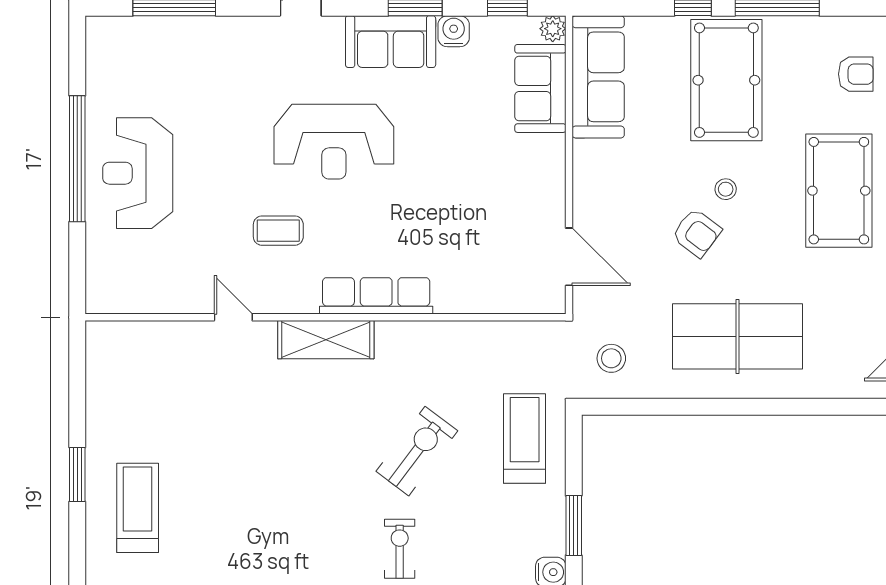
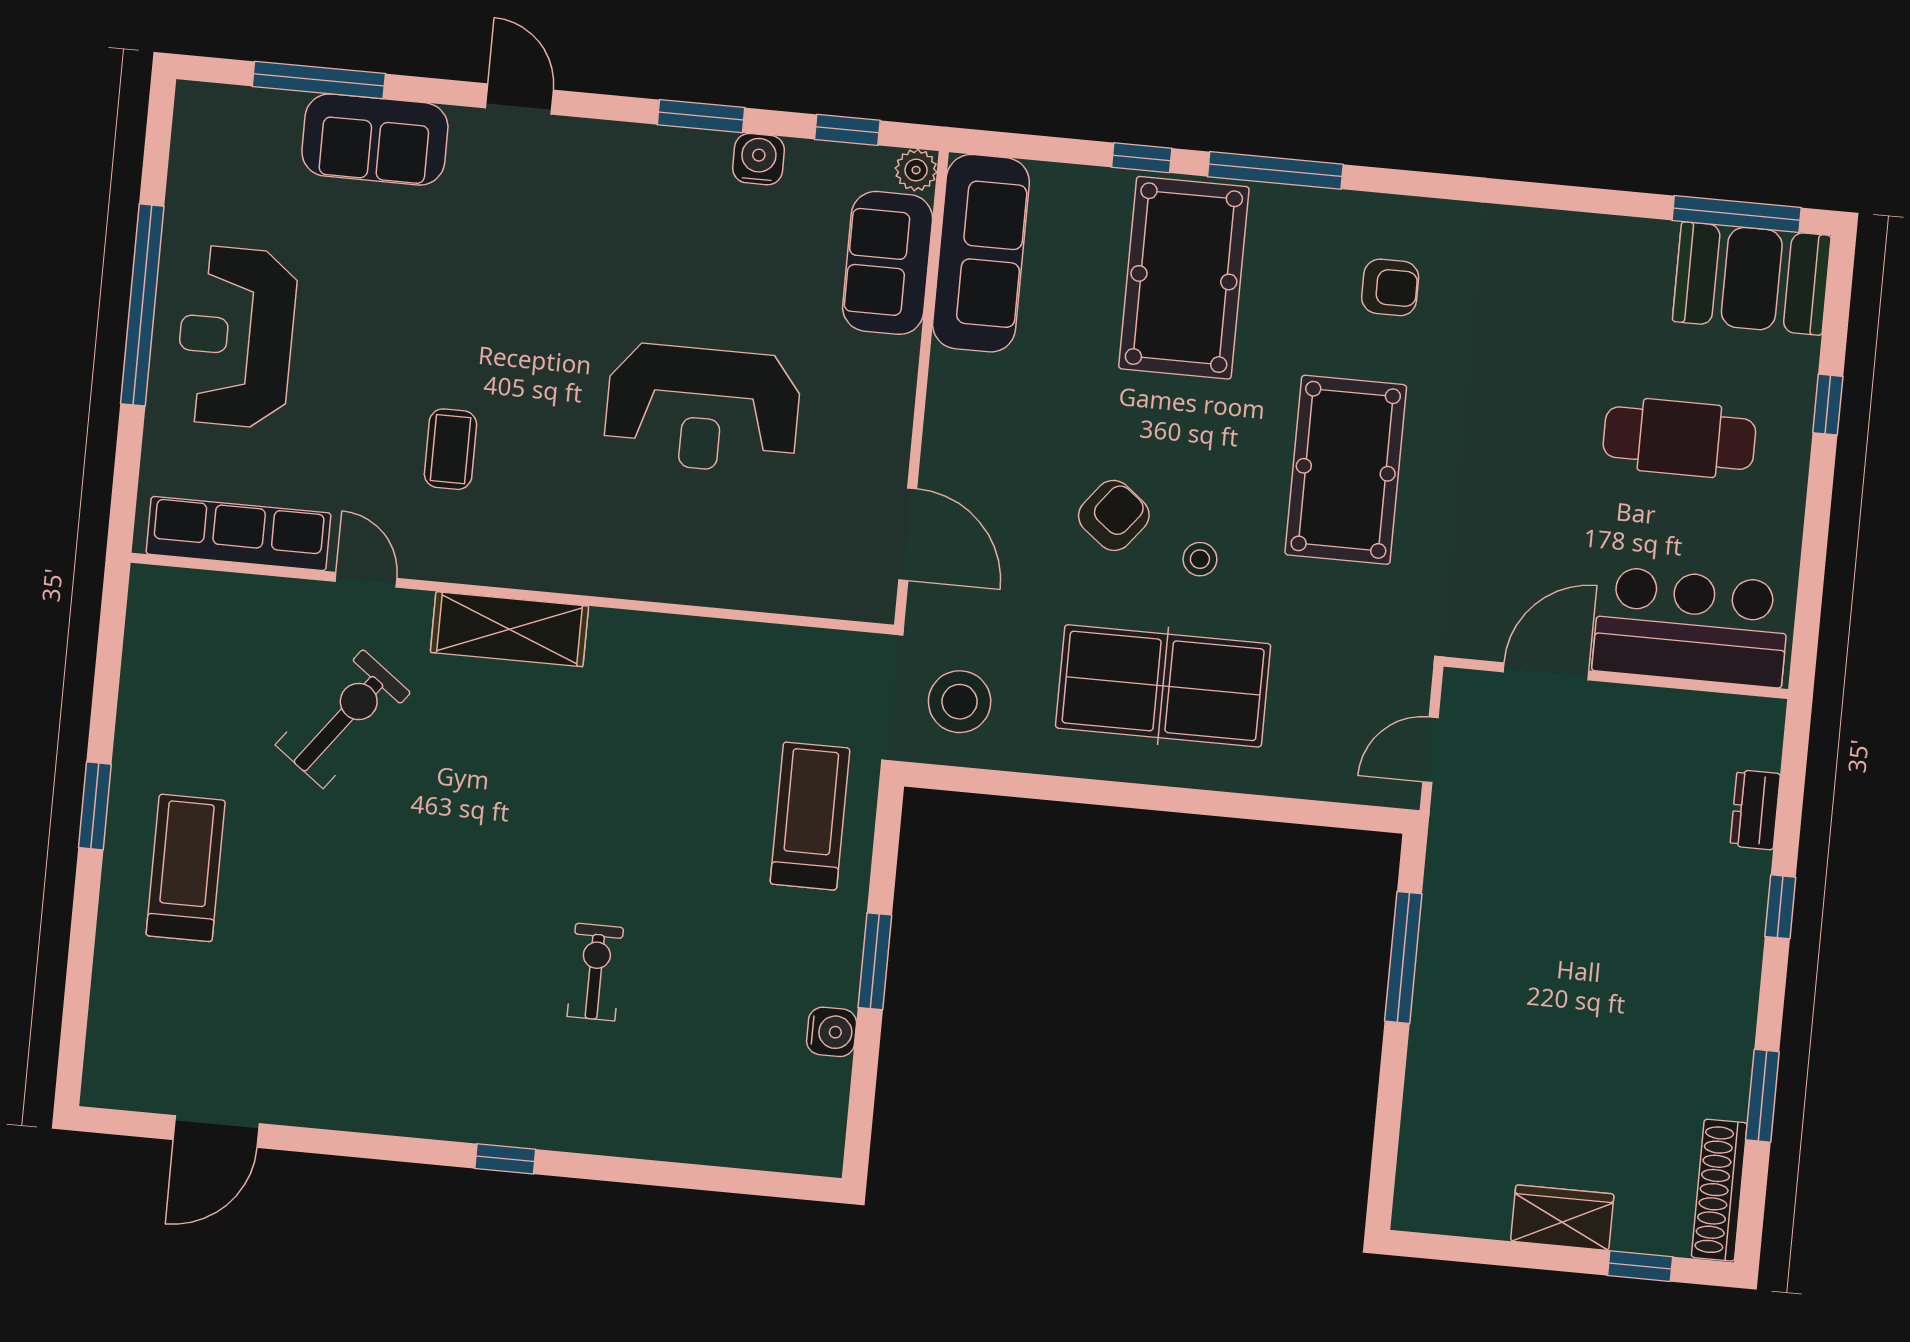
sofa: (391, 42) -> (375, 139), moved
reception desk: (334, 142) -> (702, 409), moved
stool: (726, 189) -> (1200, 559), moved
coffee table: (278, 231) -> (450, 449), turned 90
armchair: (697, 233) -> (1114, 515), turned -89
row of seats: (376, 296) -> (238, 533), moved
stool: (611, 358) -> (960, 702), width x1.38, depth x1.38
exercise bike: (417, 451) -> (343, 719), moved

